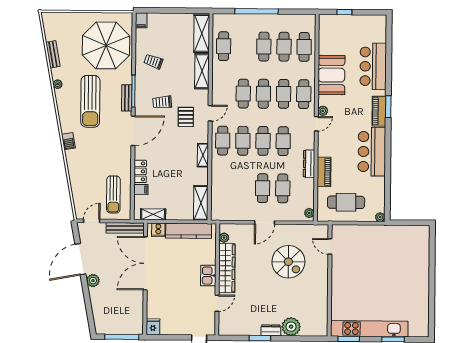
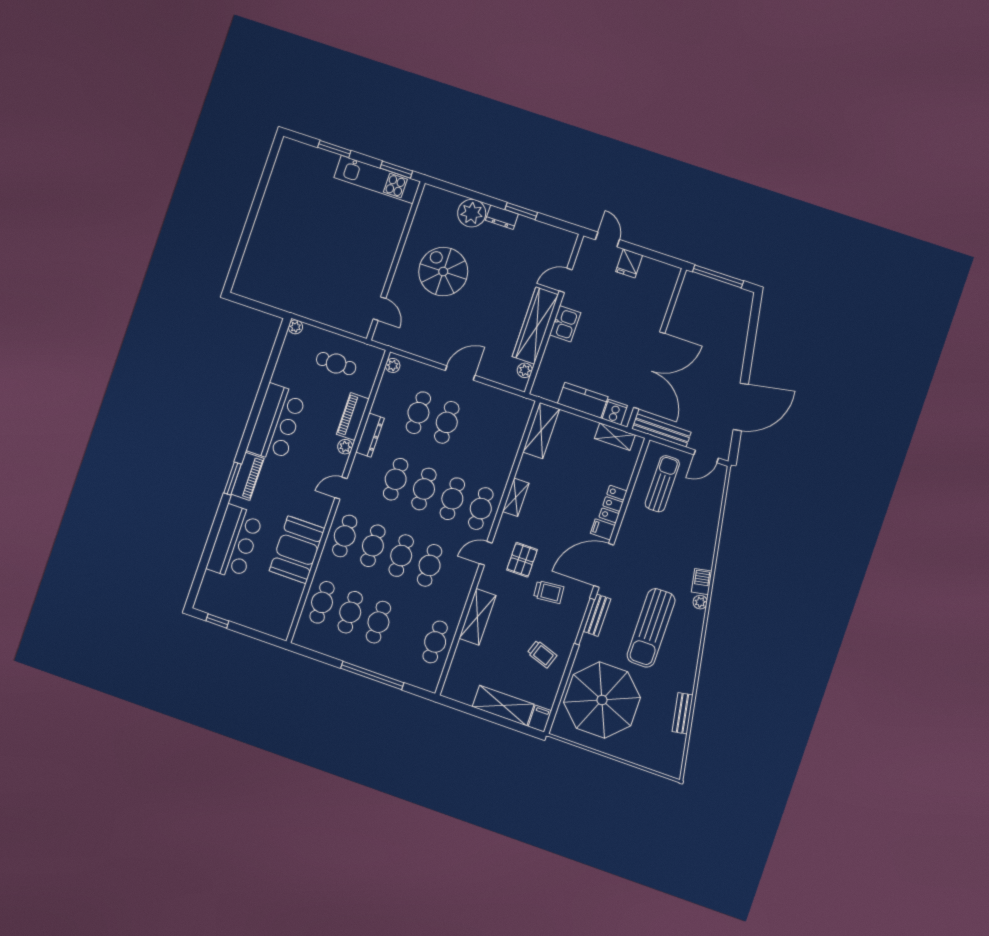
window: (344, 12) -> (217, 621), moved
shelving: (202, 33) -> (503, 706), moved, turned 90
plant: (58, 84) -> (700, 602), moved
sun lounger: (90, 101) -> (651, 628), turned 180
plant: (323, 111) -> (345, 447), moved
filing cabinet: (141, 190) -> (603, 529), moved
cafe table: (346, 202) -> (336, 364), width x0.73, depth x0.74
kitchen counter: (189, 231) -> (583, 400), width x0.67
spiral stairs: (288, 262) -> (443, 272), moved
plant: (93, 281) -> (733, 370), removed
fridge: (153, 327) -> (629, 263), moved
kitchen unit: (369, 329) -> (377, 180), width x0.73

